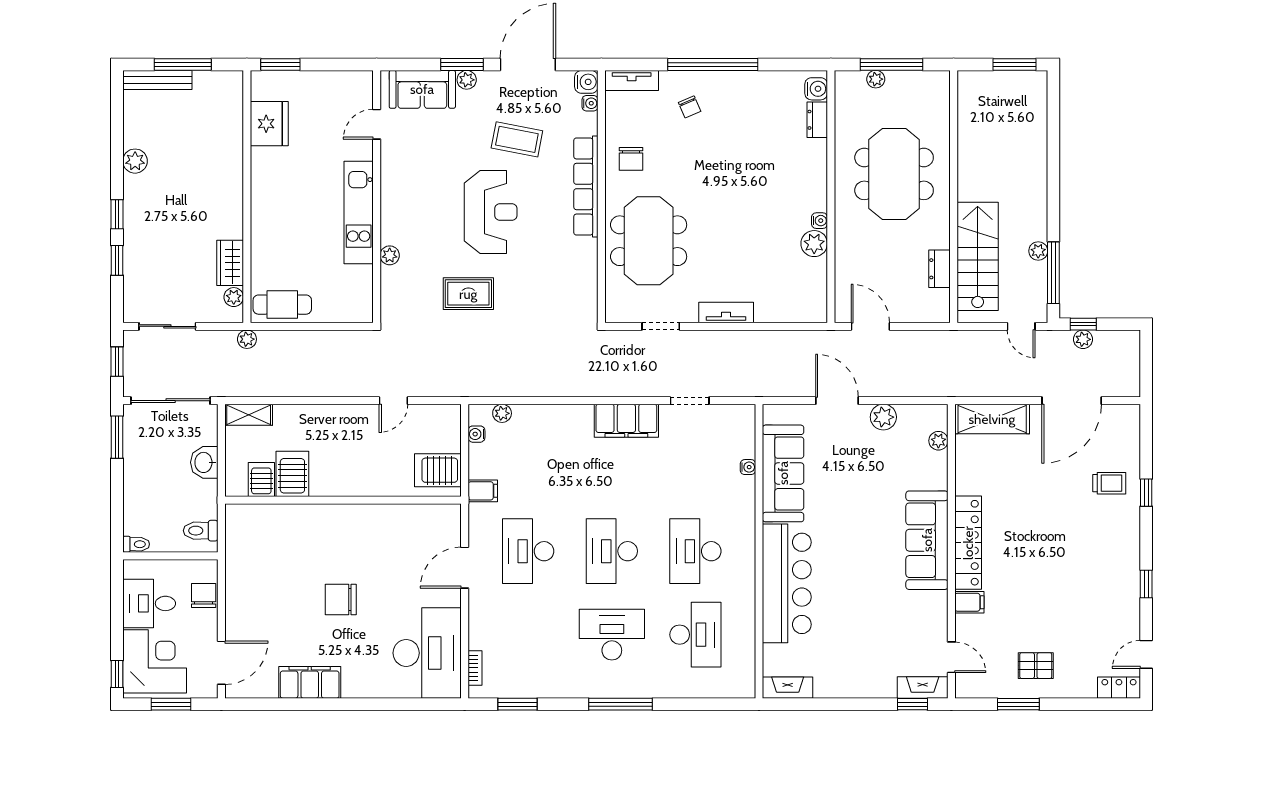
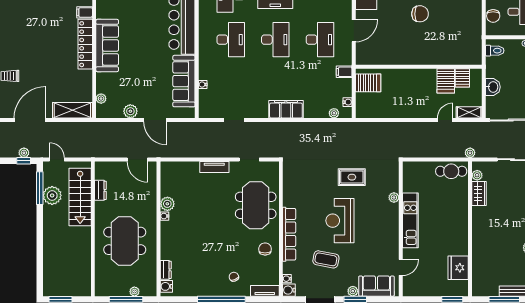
plant: (1038, 251) -> (52, 195), width x1.88, depth x1.88
door: (393, 401) -> (445, 120), moved
filing cabinet: (626, 421) -> (286, 109), moved

